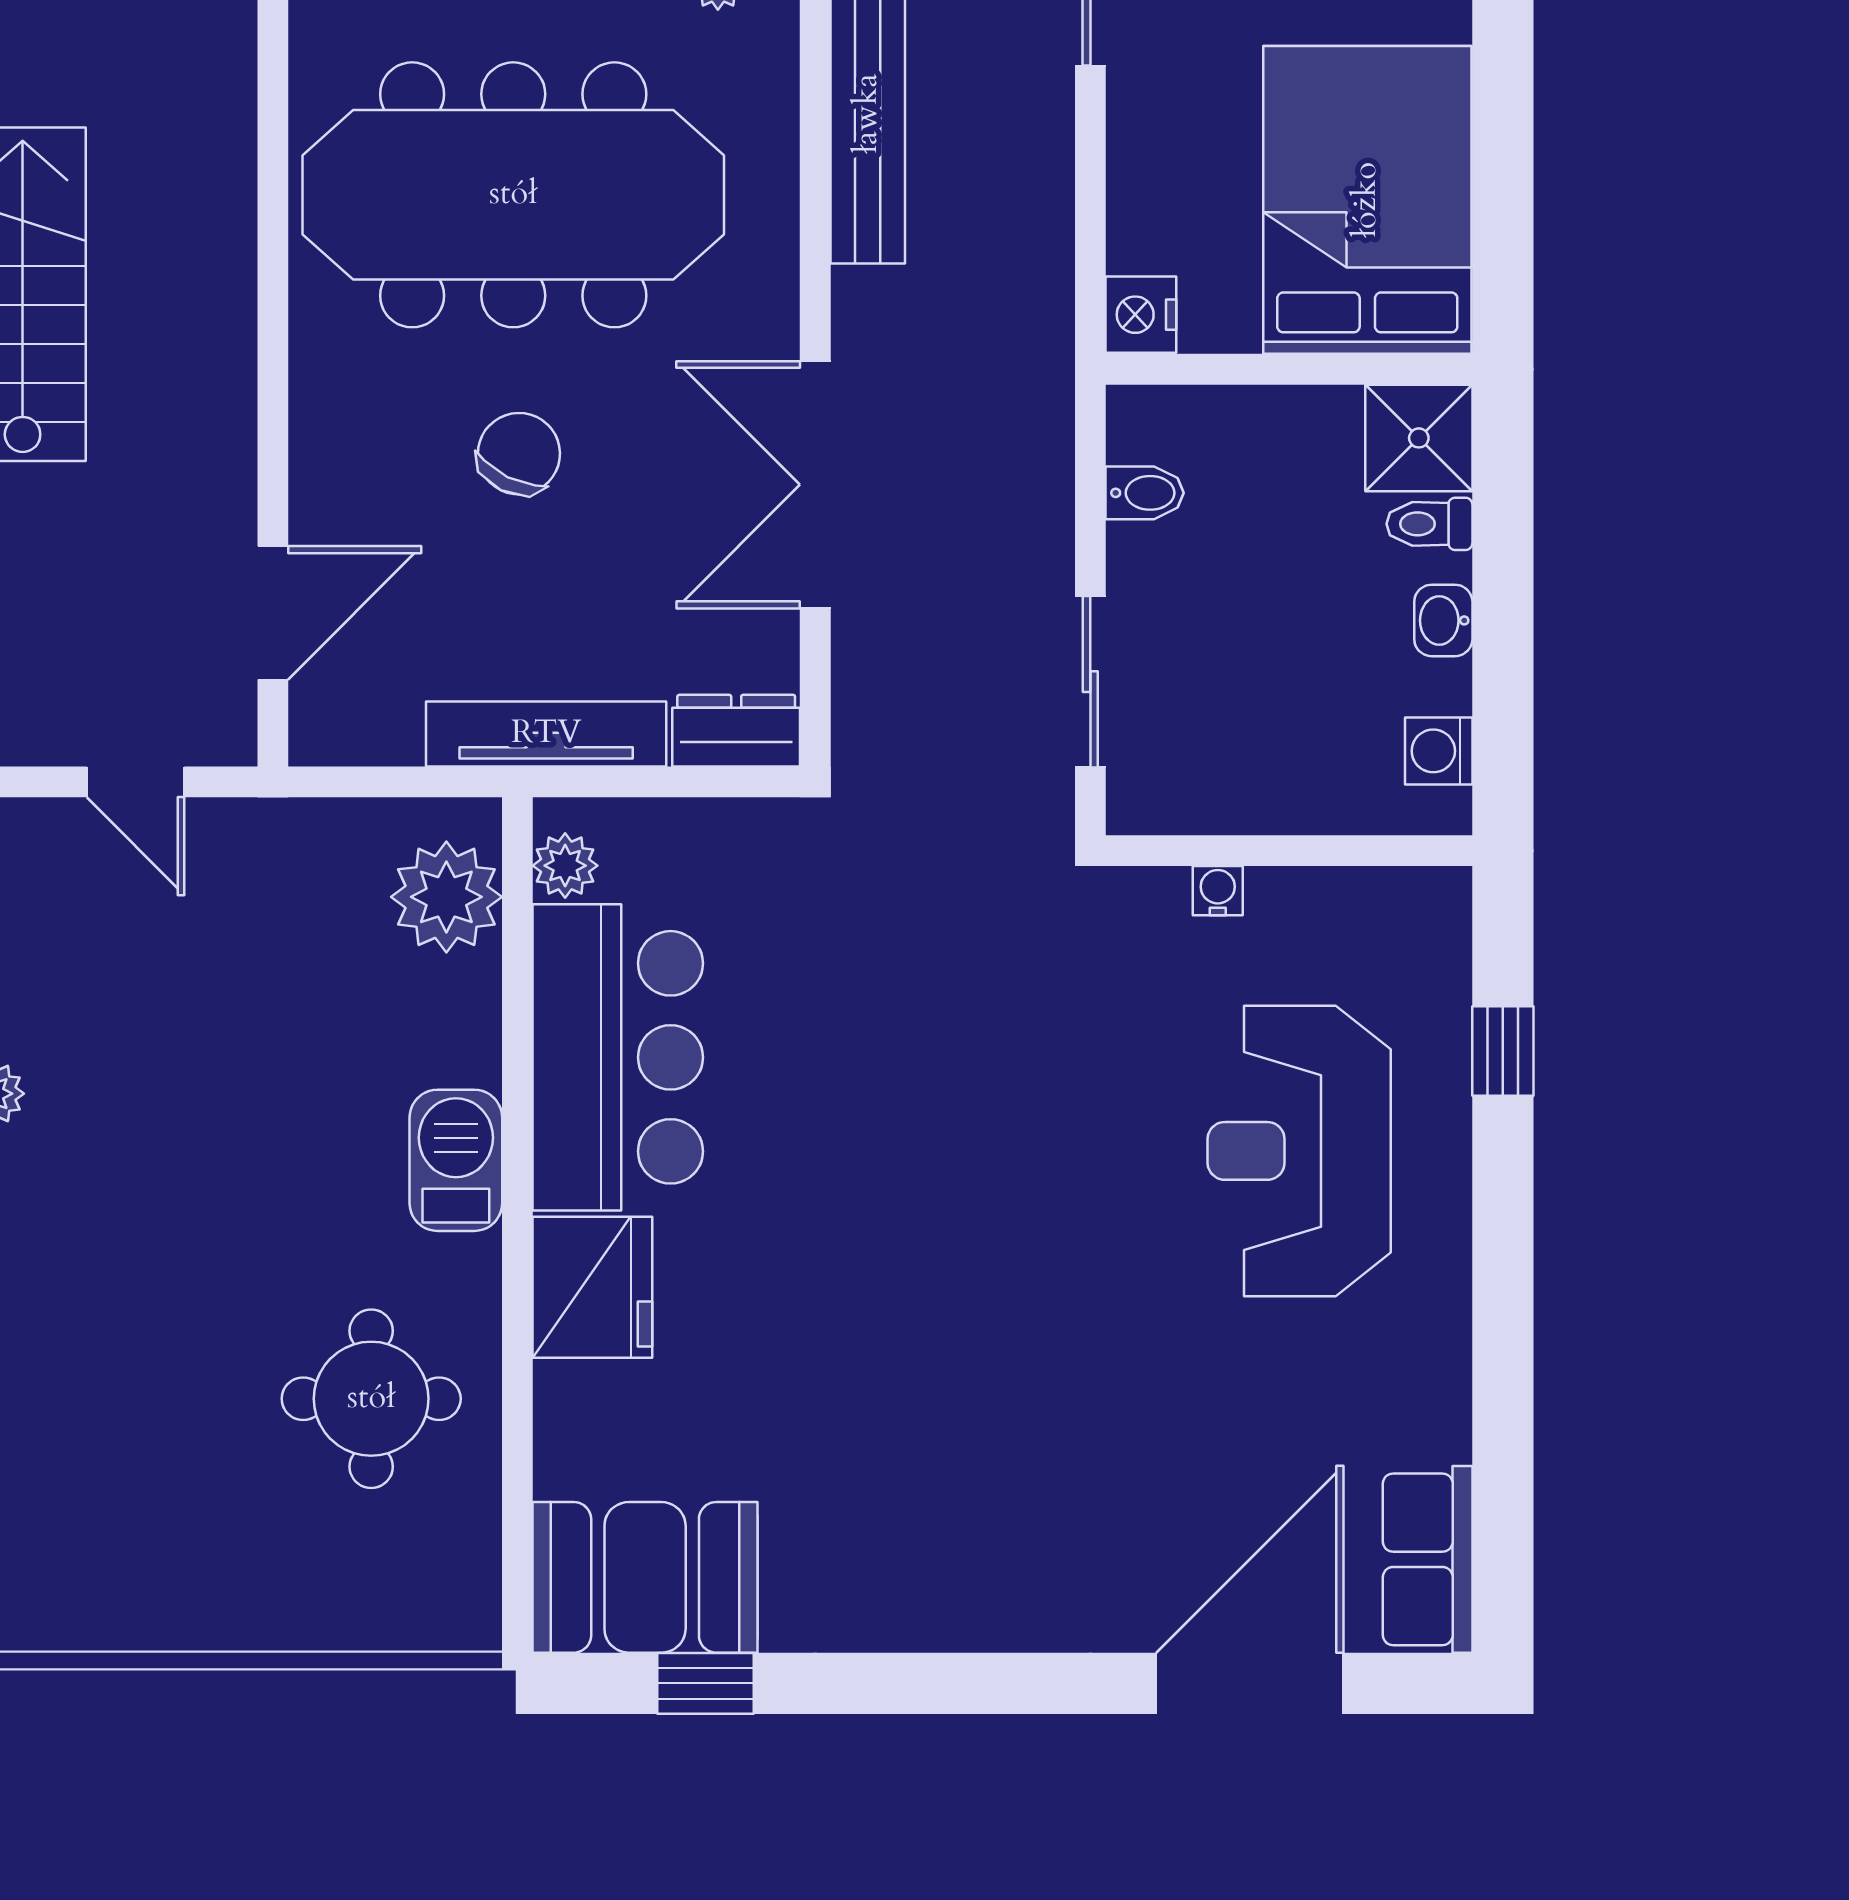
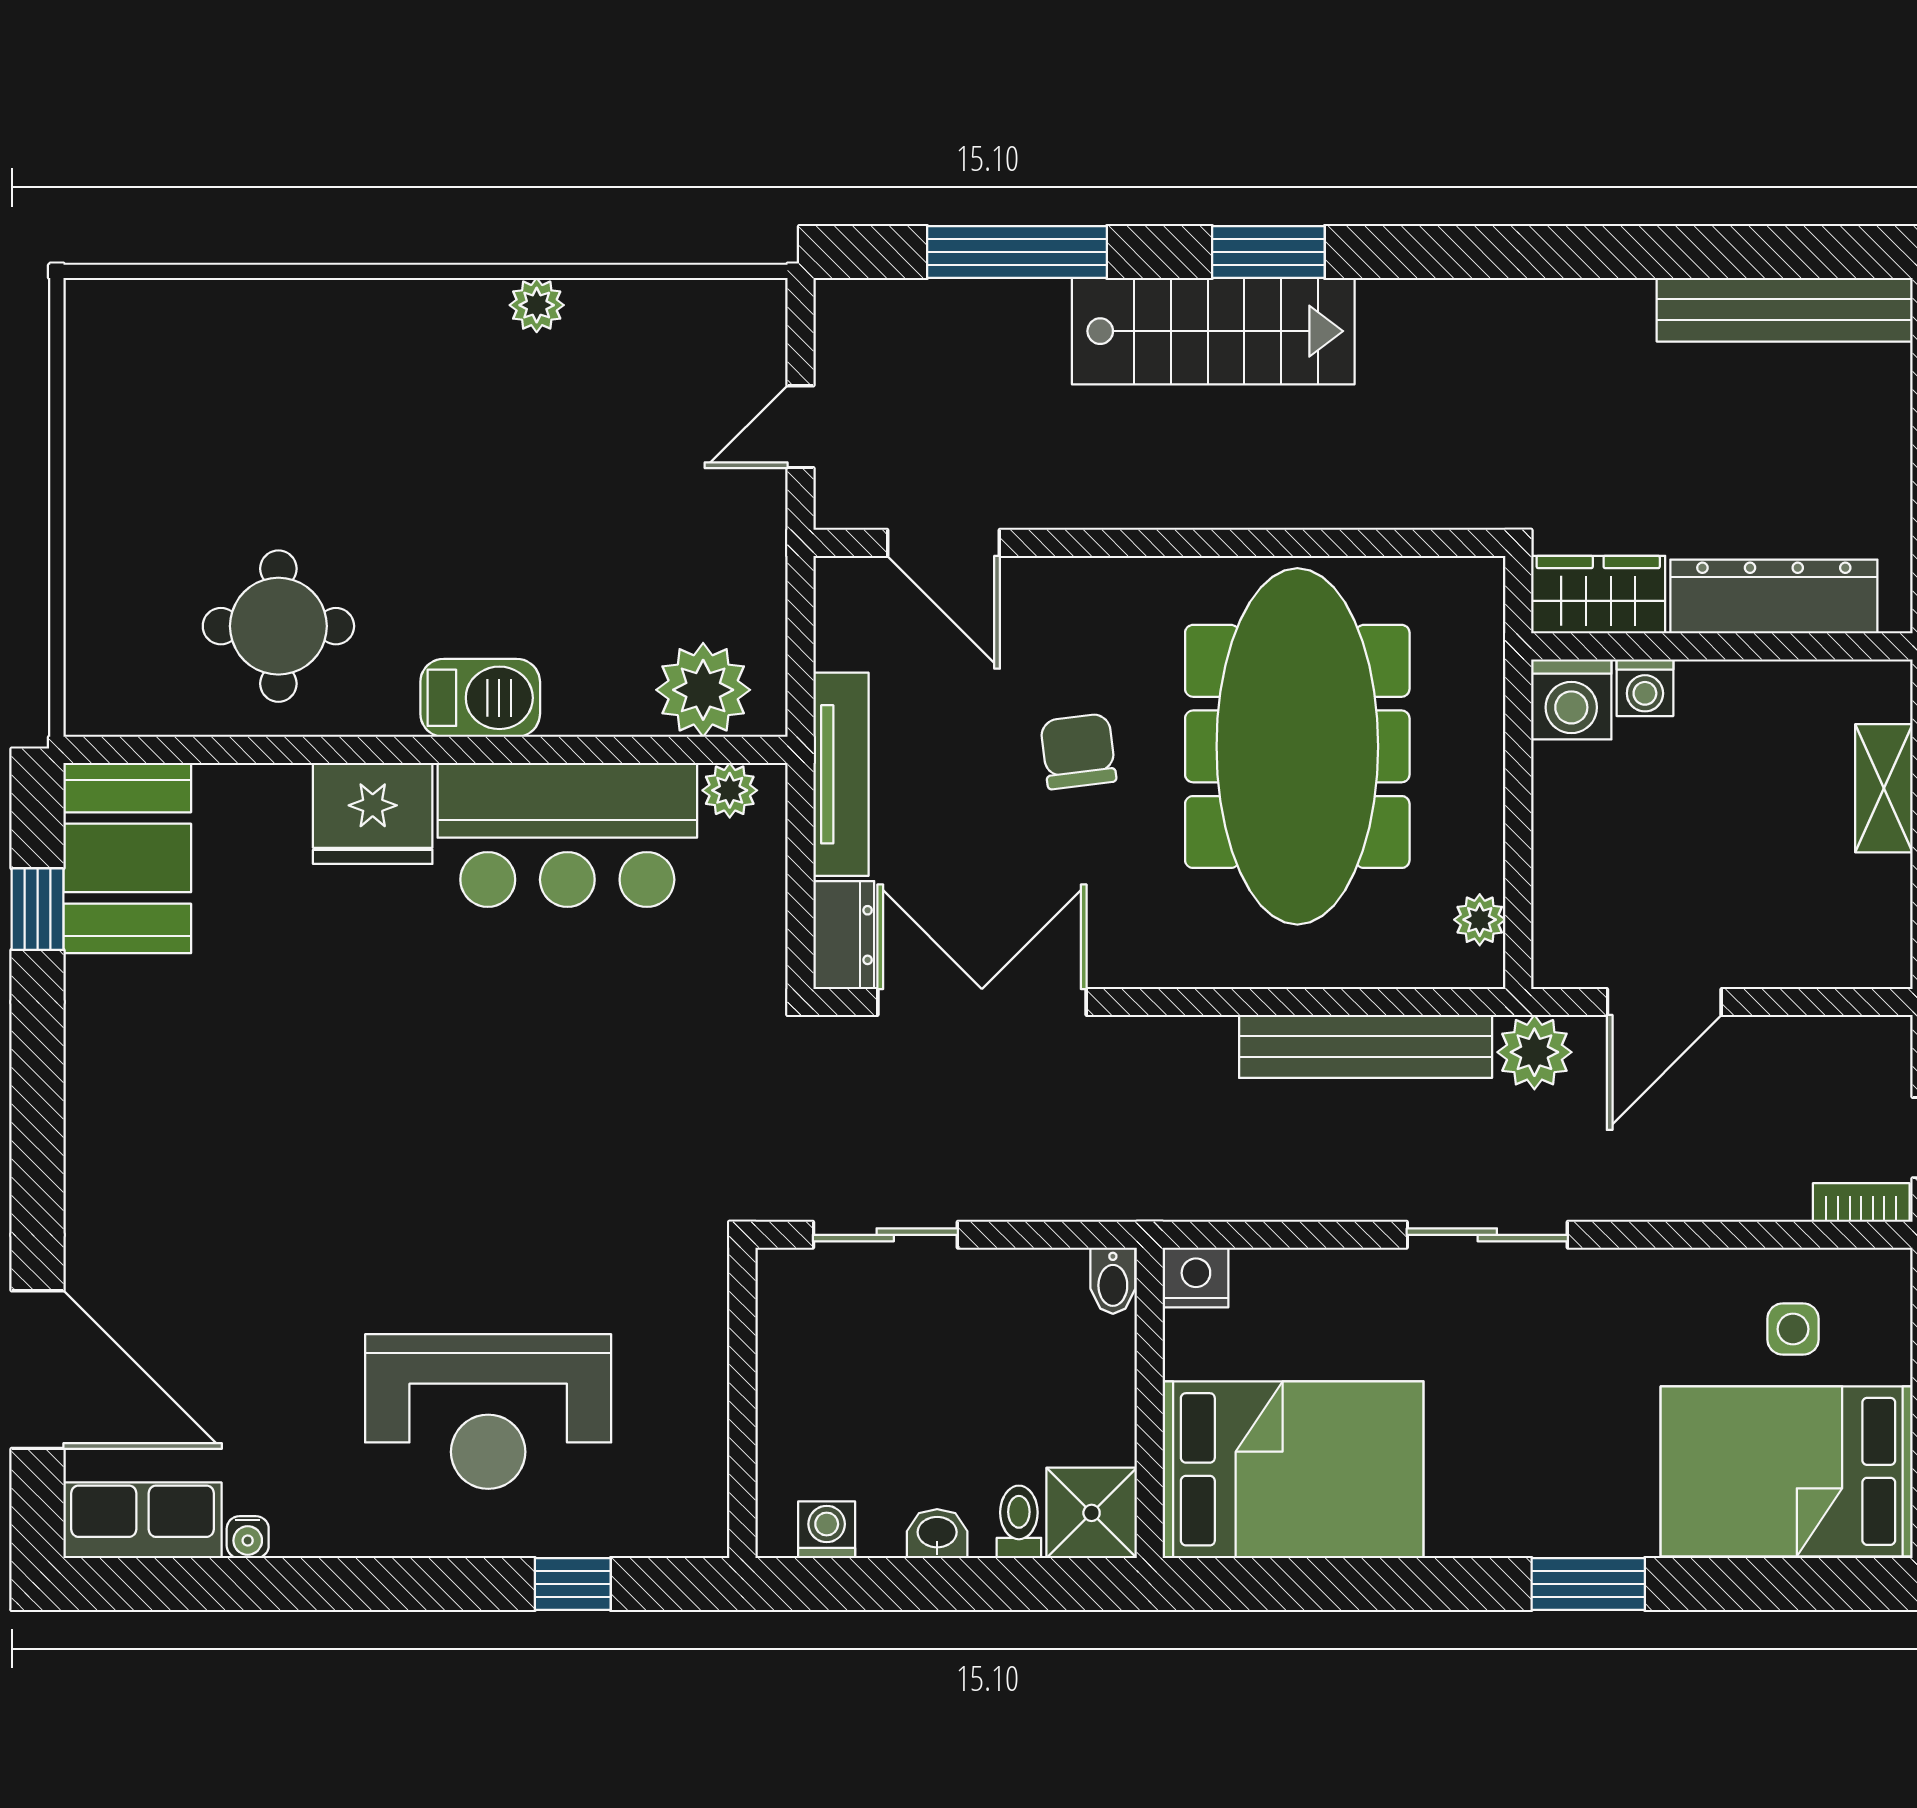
chair: (519, 454) -> (1078, 751), turned -123
double door: (815, 485) -> (982, 1002), moved
bidet: (1145, 493) -> (1113, 1281), moved
water cooler: (1218, 891) -> (248, 1537), moved, turned 90
reception desk: (1299, 1151) -> (488, 1412), turned 180

